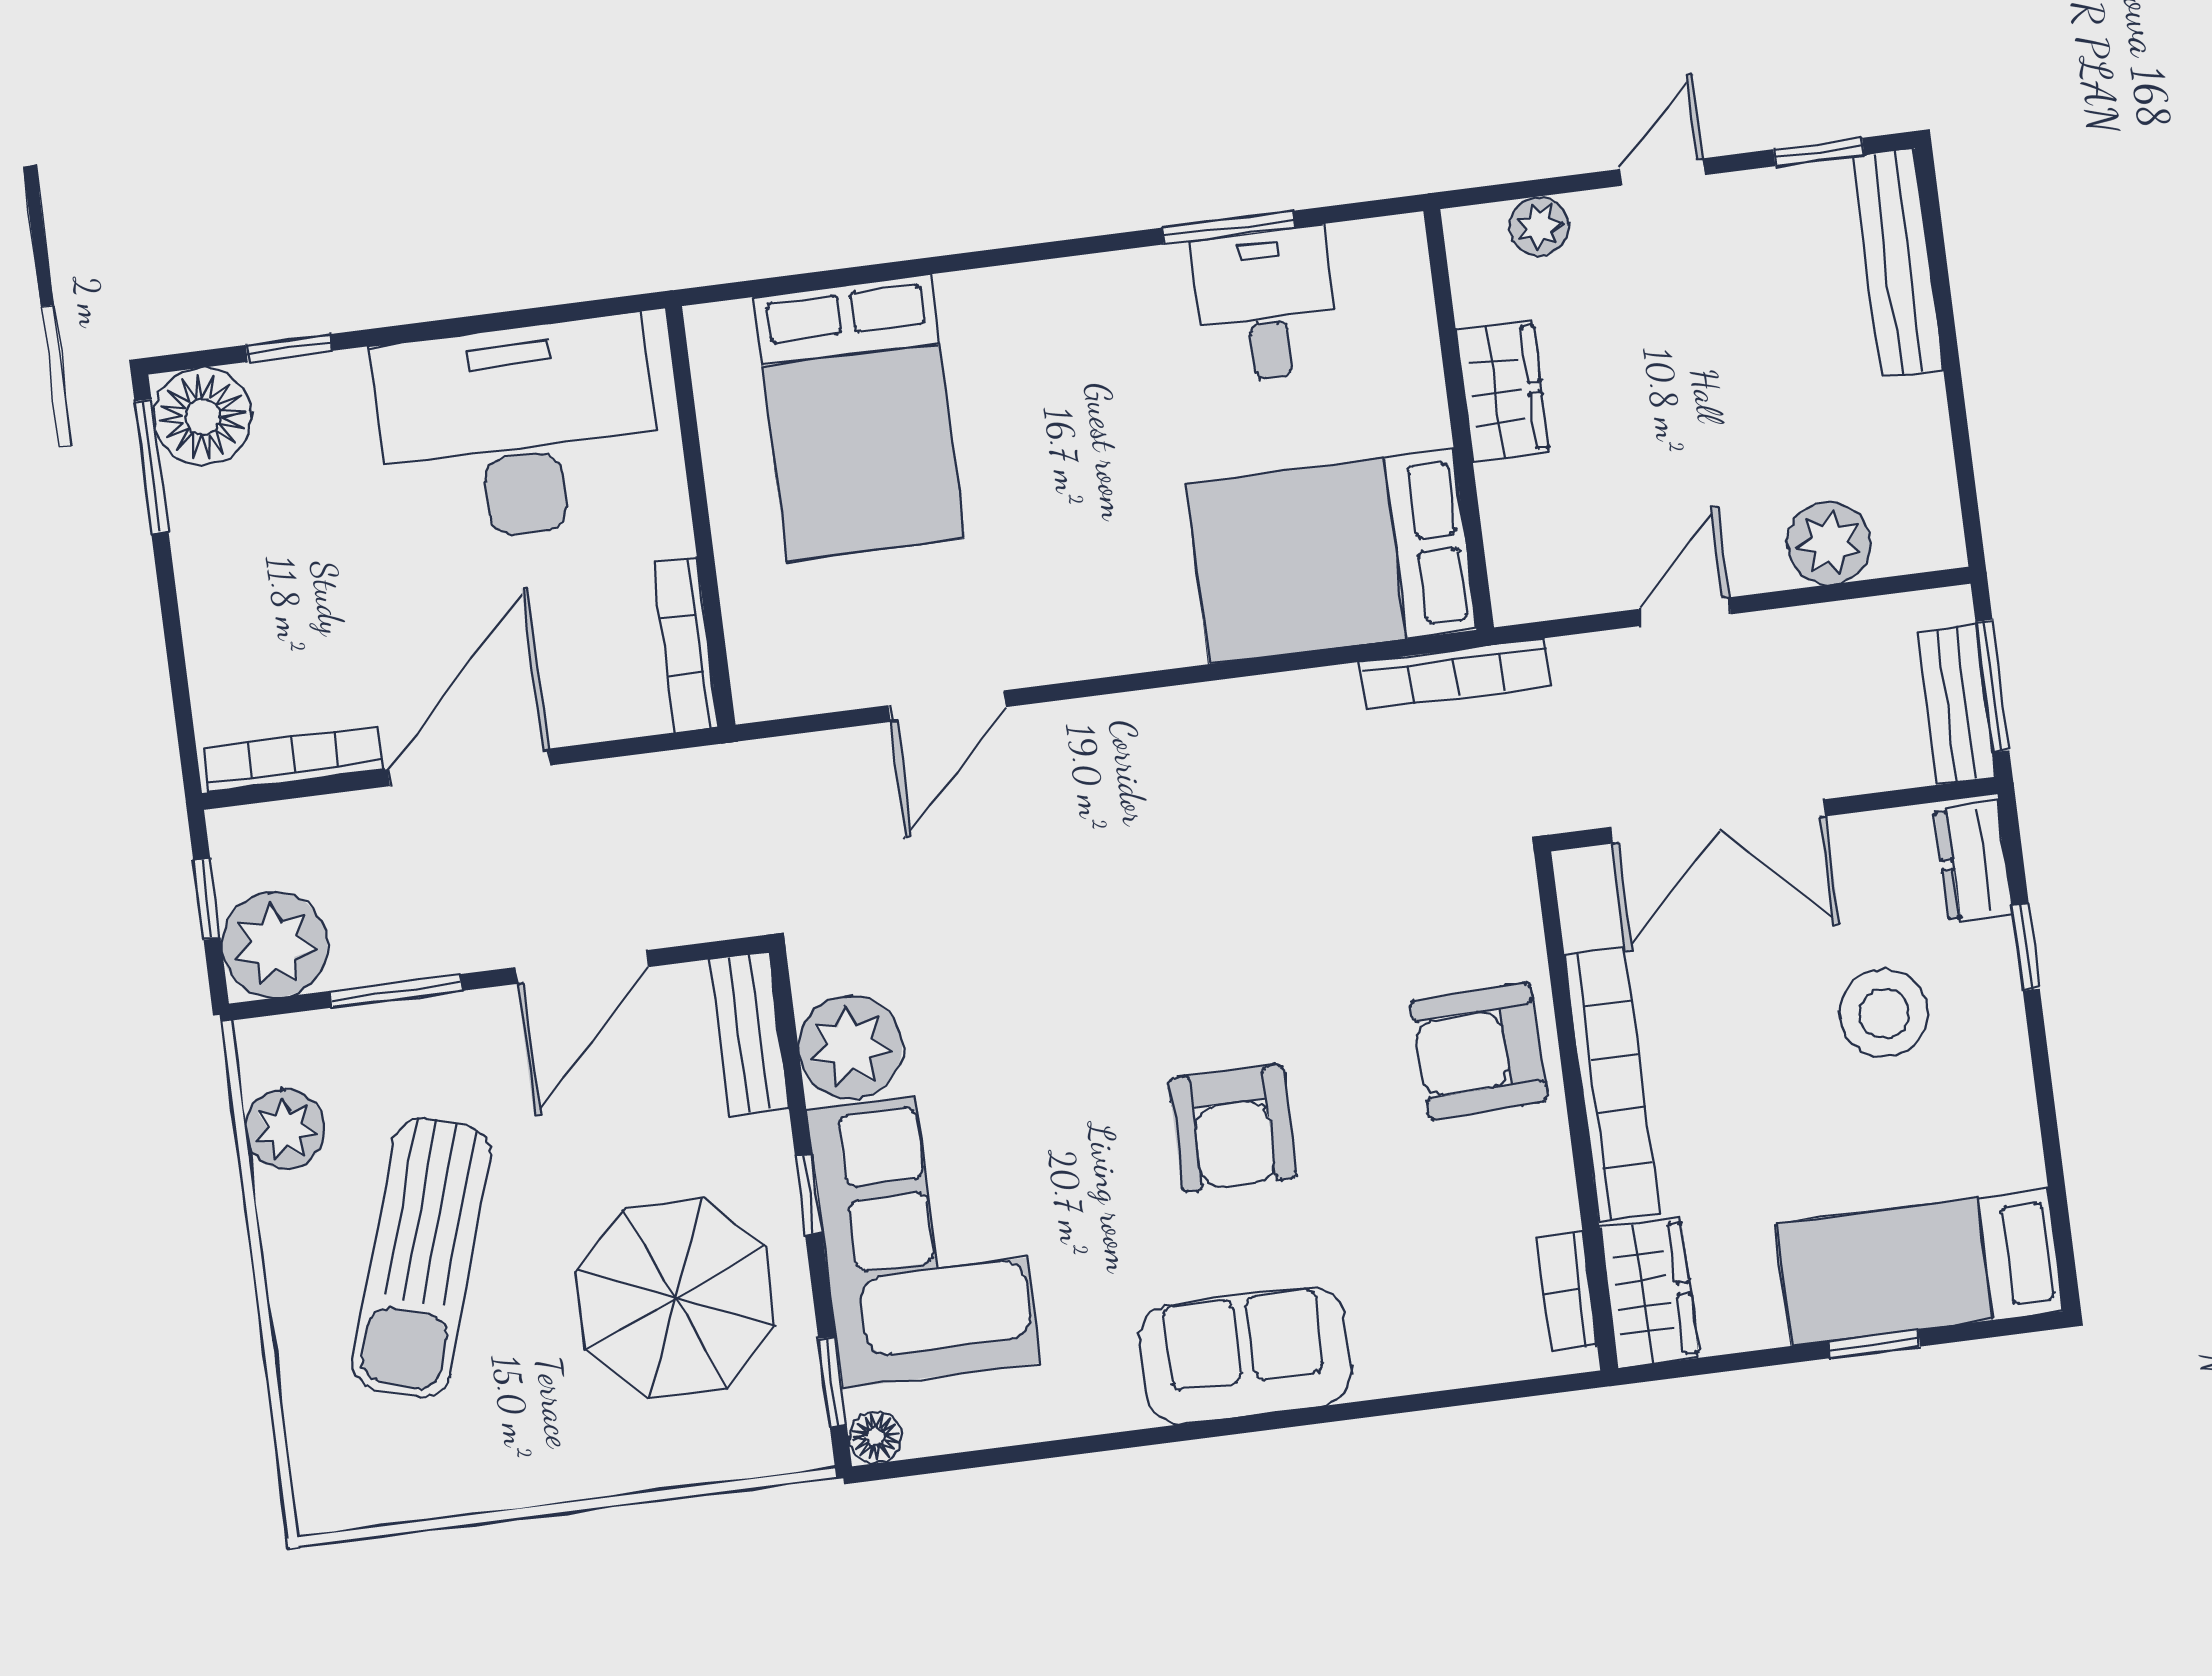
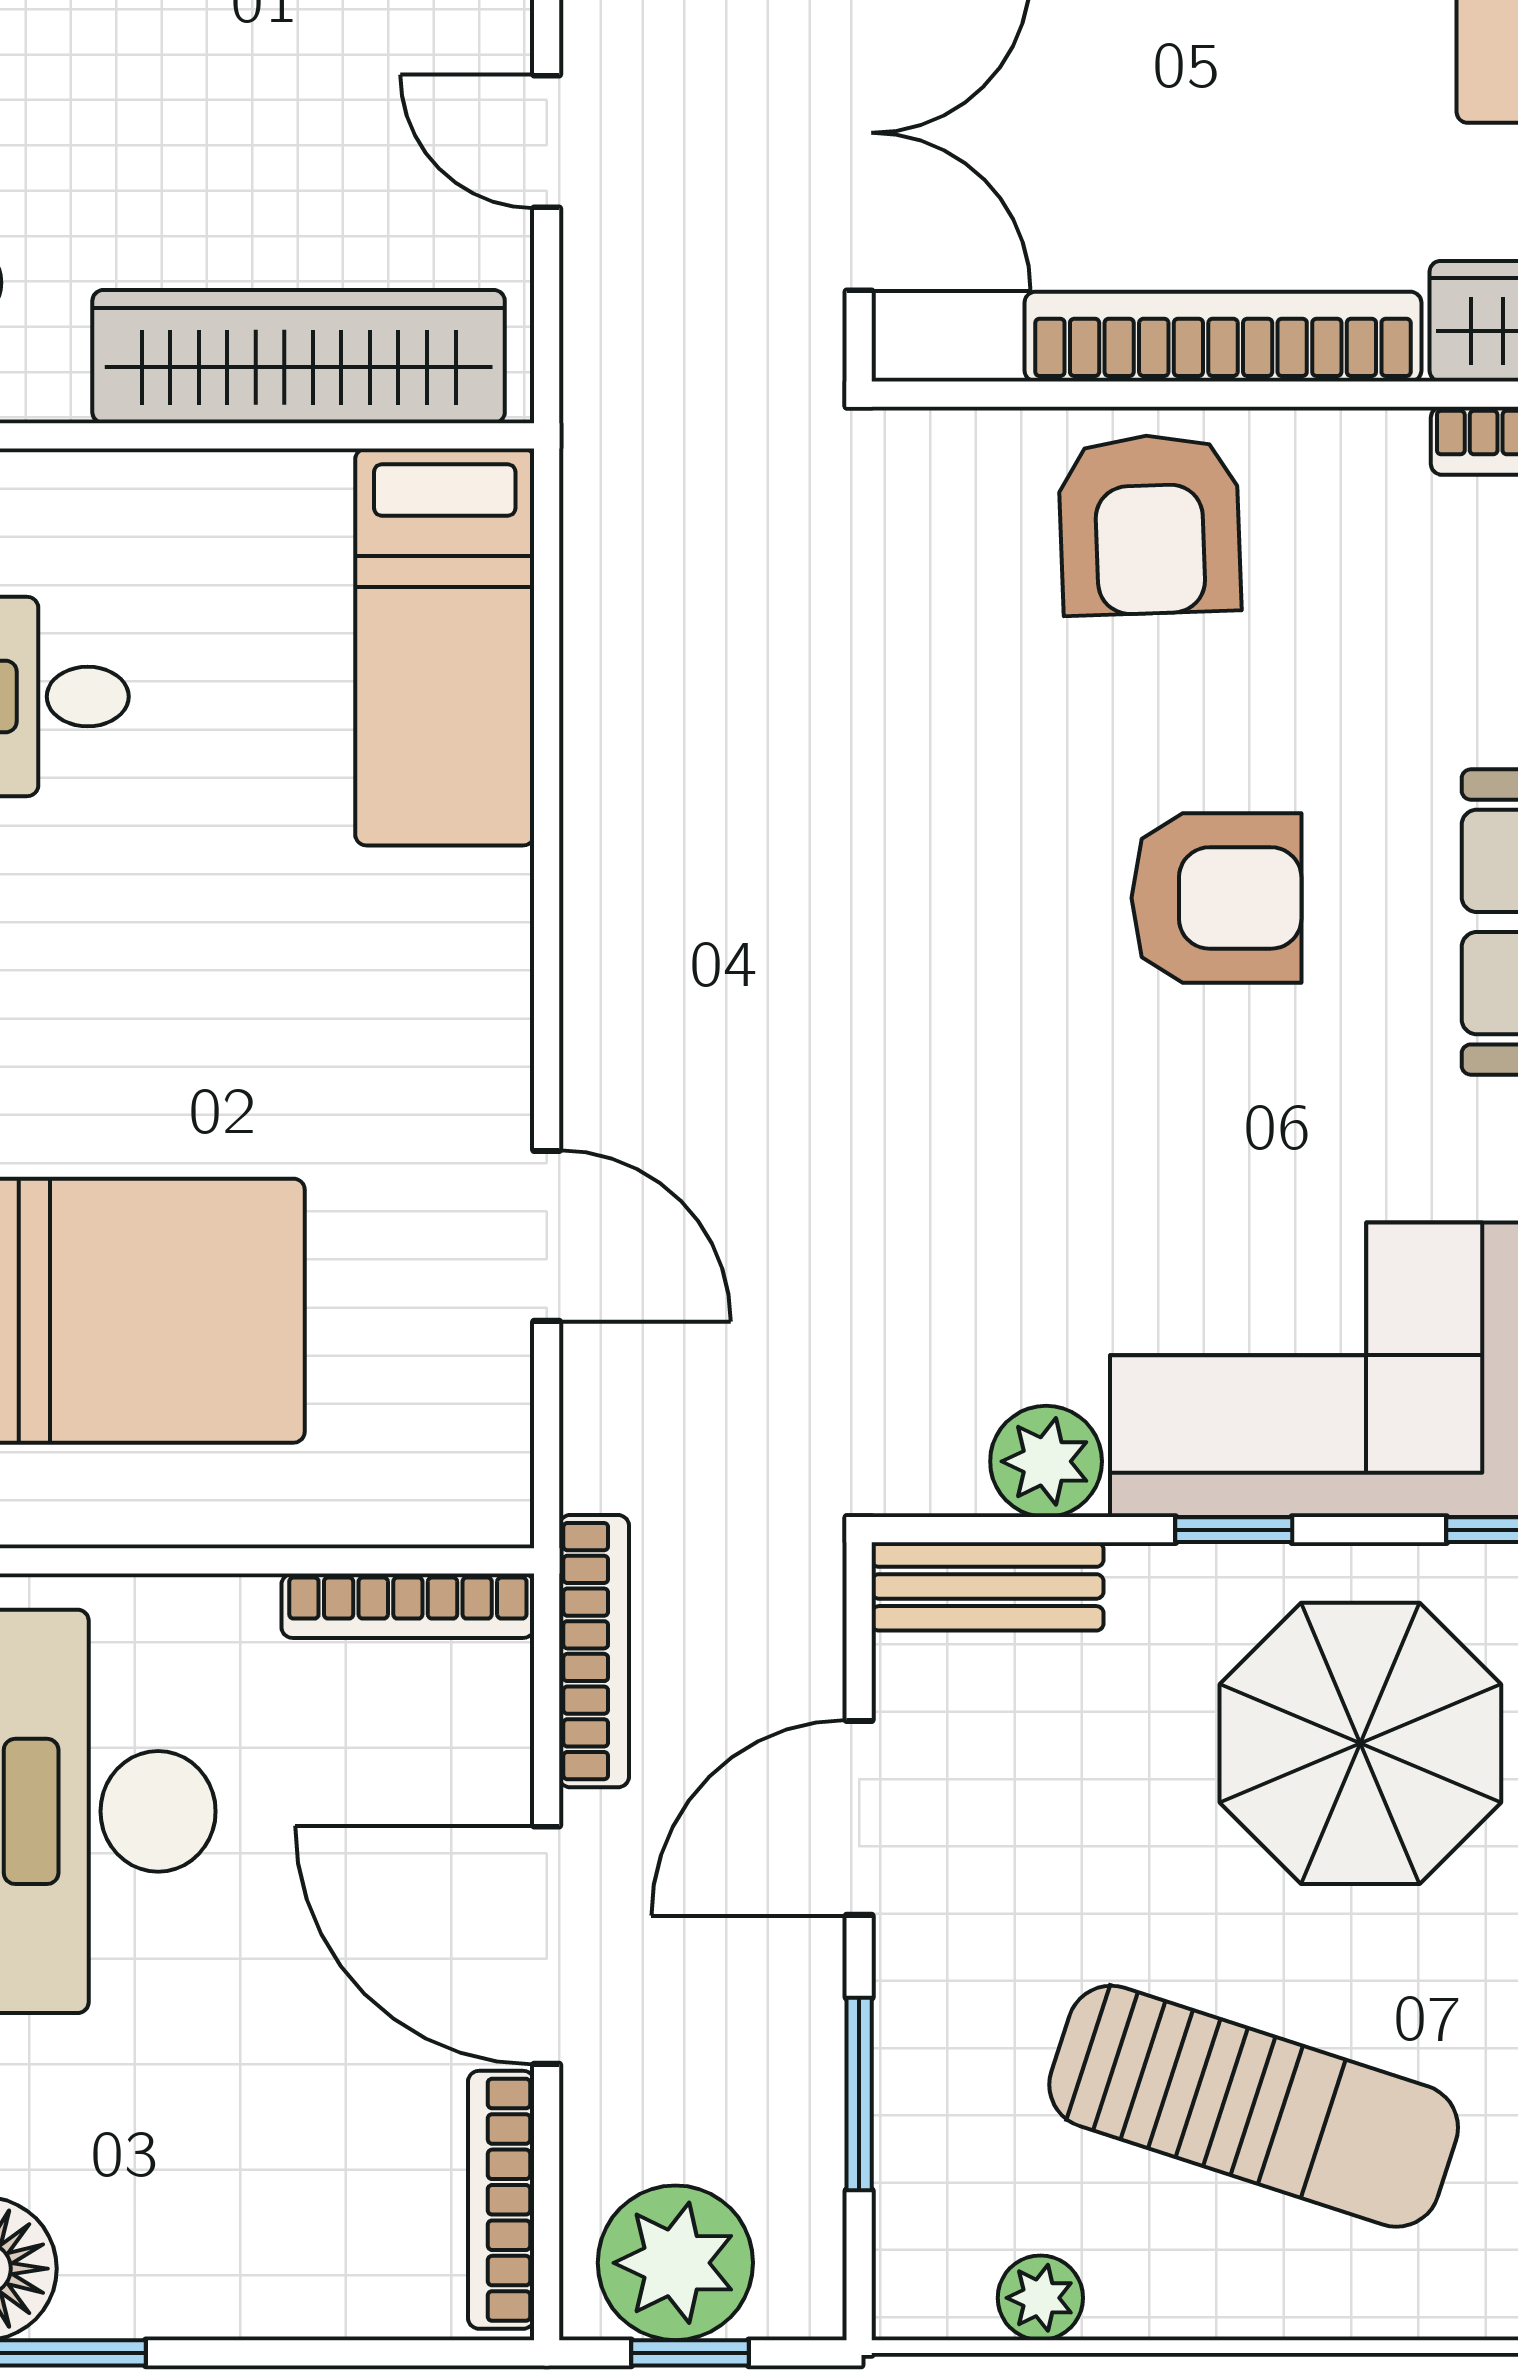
wardrobe: (1503, 391) -> (299, 357), width x2.10, depth x1.17
bed: (1332, 556) -> (445, 647), width x0.67
bookcase: (1456, 673) -> (594, 1651), moved
plant: (274, 945) -> (675, 2263), moved
door: (582, 967) -> (859, 1818), swing flipped
plant: (850, 1047) -> (1046, 1461), width x0.73, depth x0.73
plant: (285, 1129) -> (1040, 2298), width x0.73, depth x0.73

